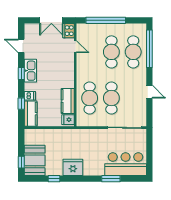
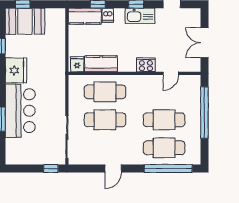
cooker: (69, 31) -> (146, 65), moved
window: (149, 140) -> (51, 168), added
bar counter: (126, 164) -> (20, 111), moved

